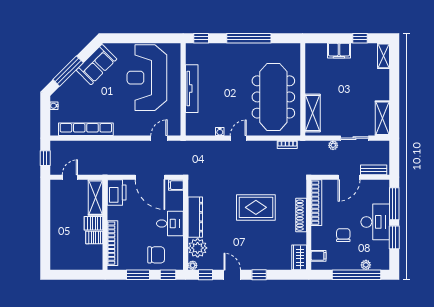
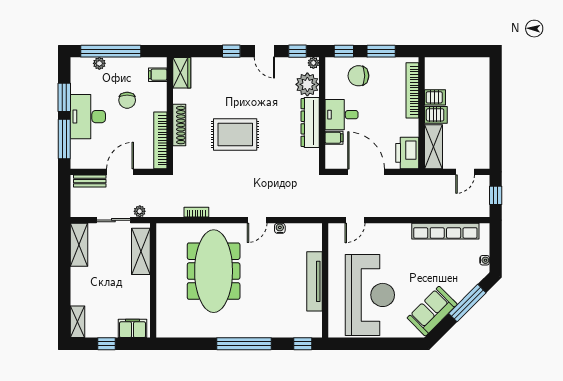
wall: (303, 89) -> (153, 280), moved
shelving: (313, 113) -> (141, 251), moved
filing cabinet: (176, 185) -> (334, 138), moved

